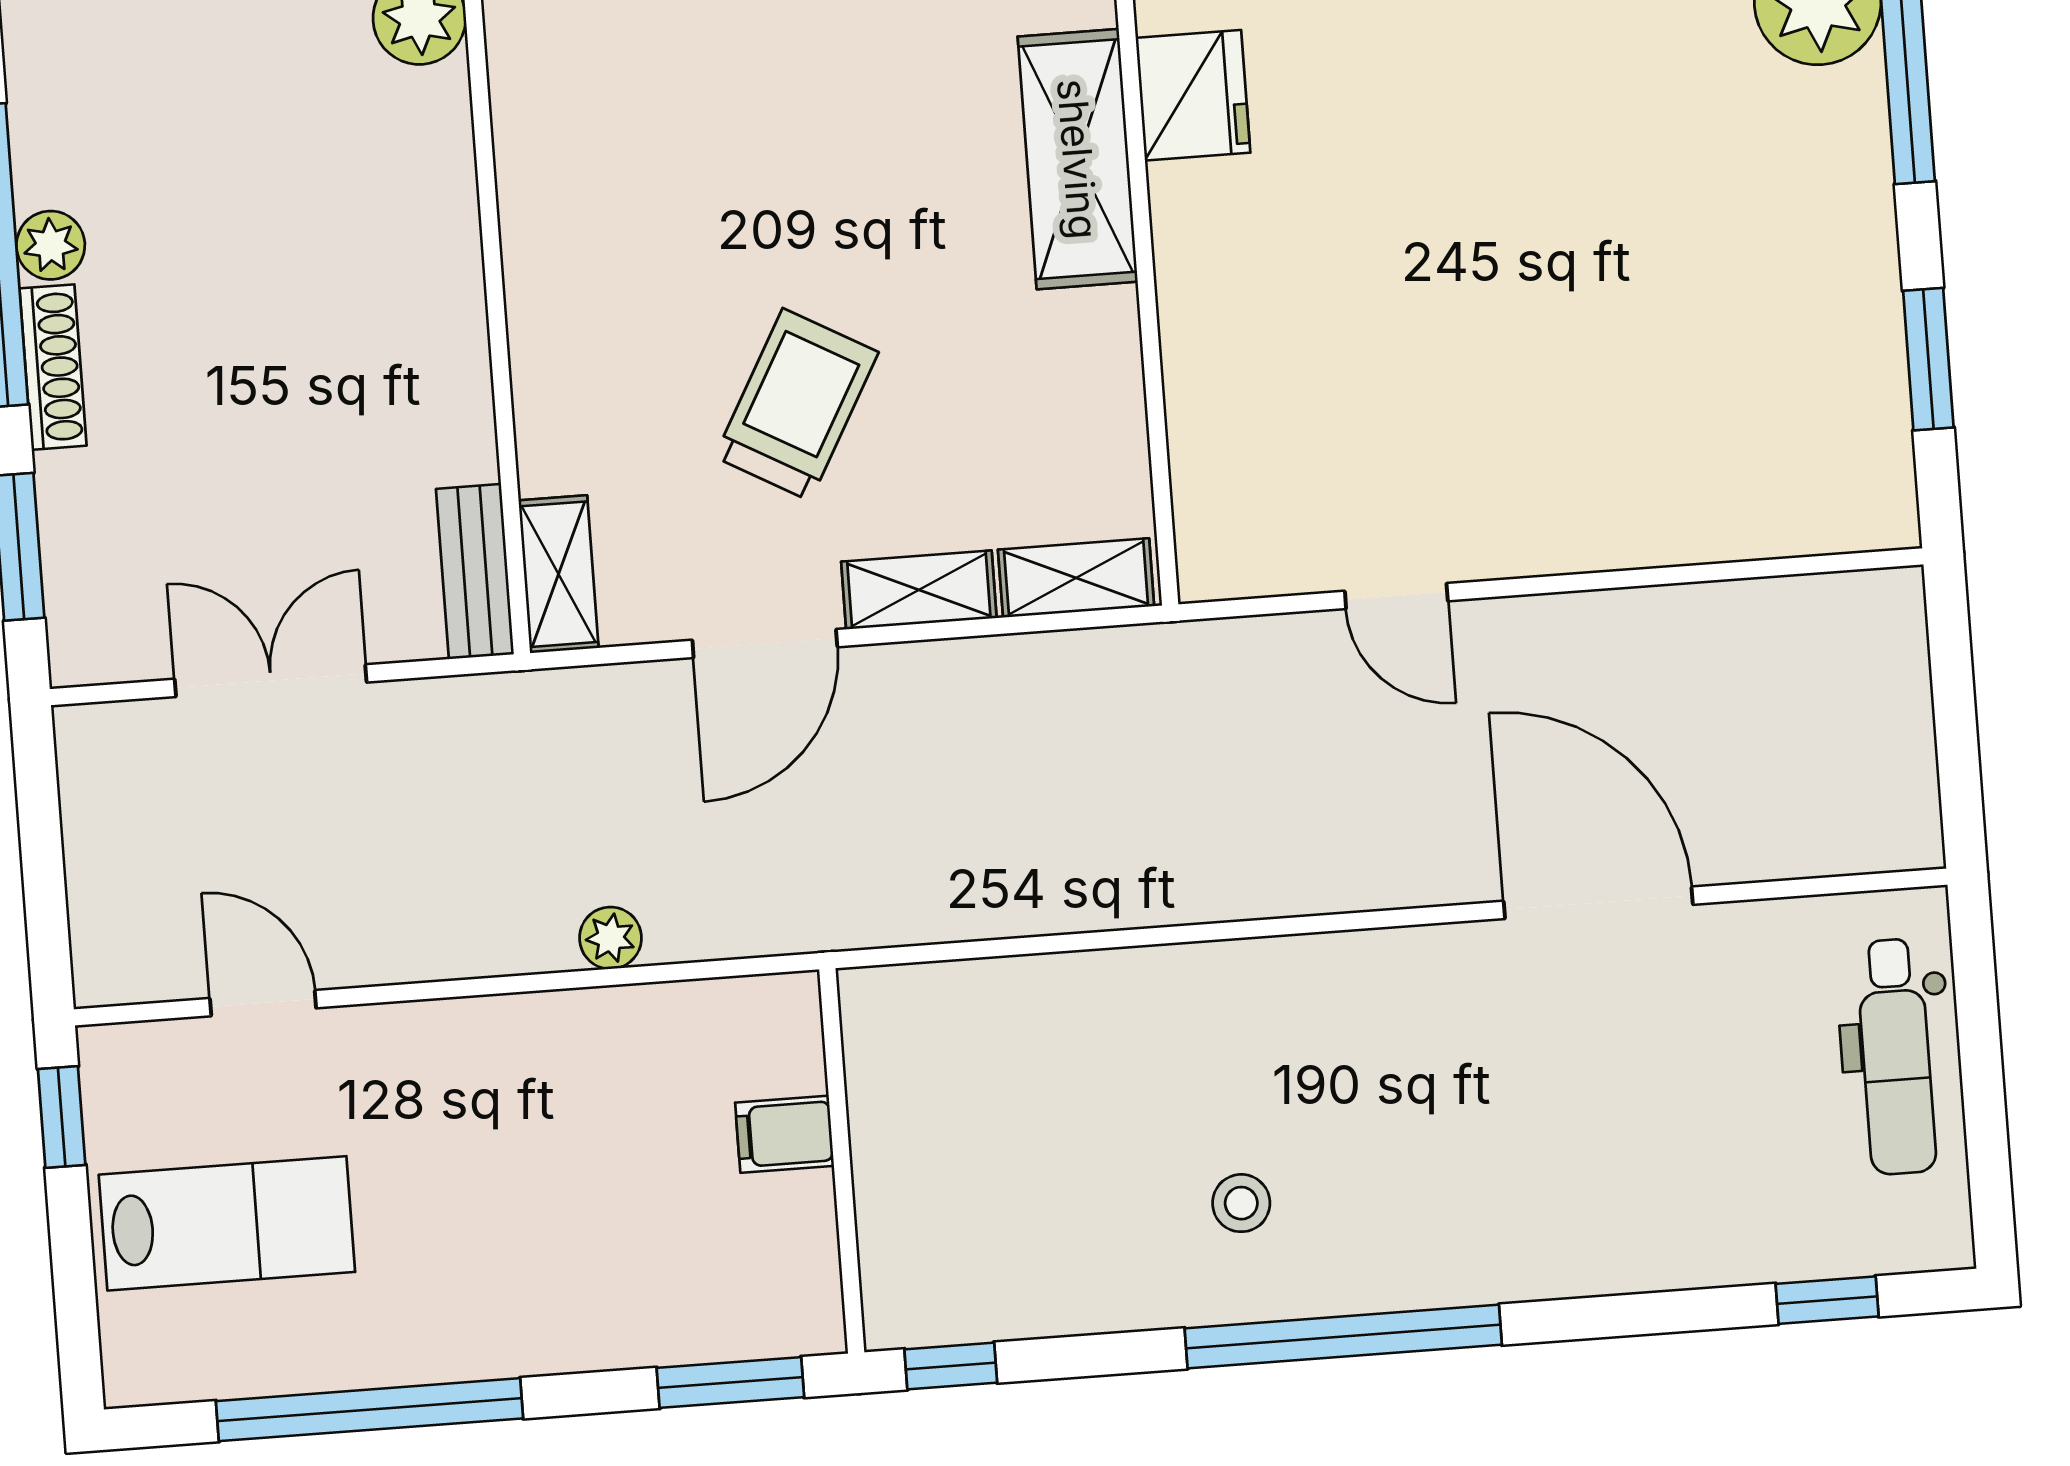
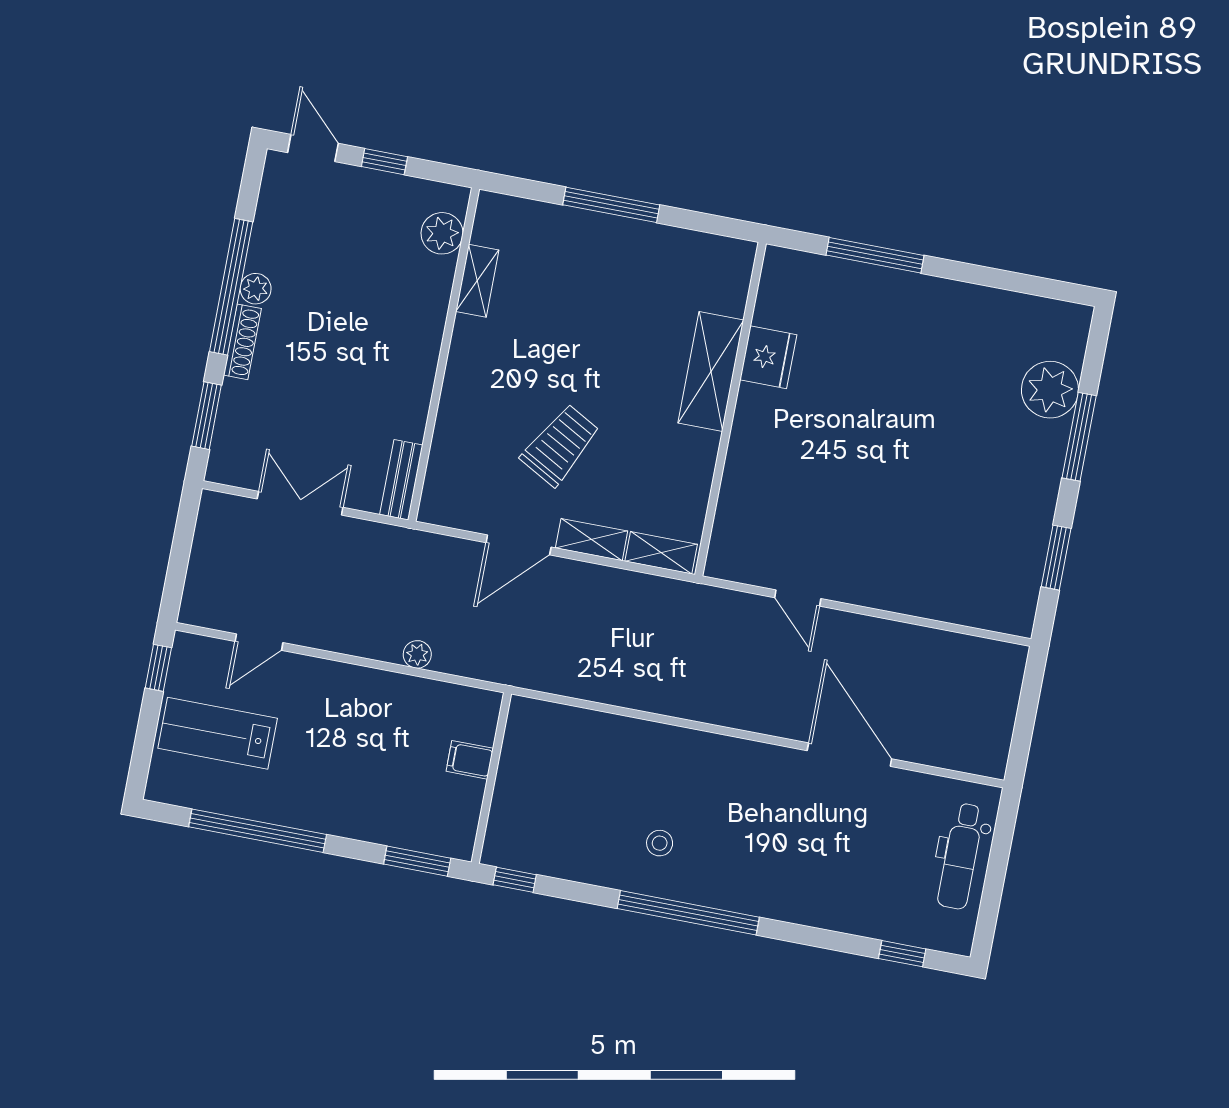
shelving: (558, 574) -> (477, 281), moved
door: (263, 1003) -> (259, 642), swing flipped
lab bench: (227, 1223) -> (218, 733), turned 180

